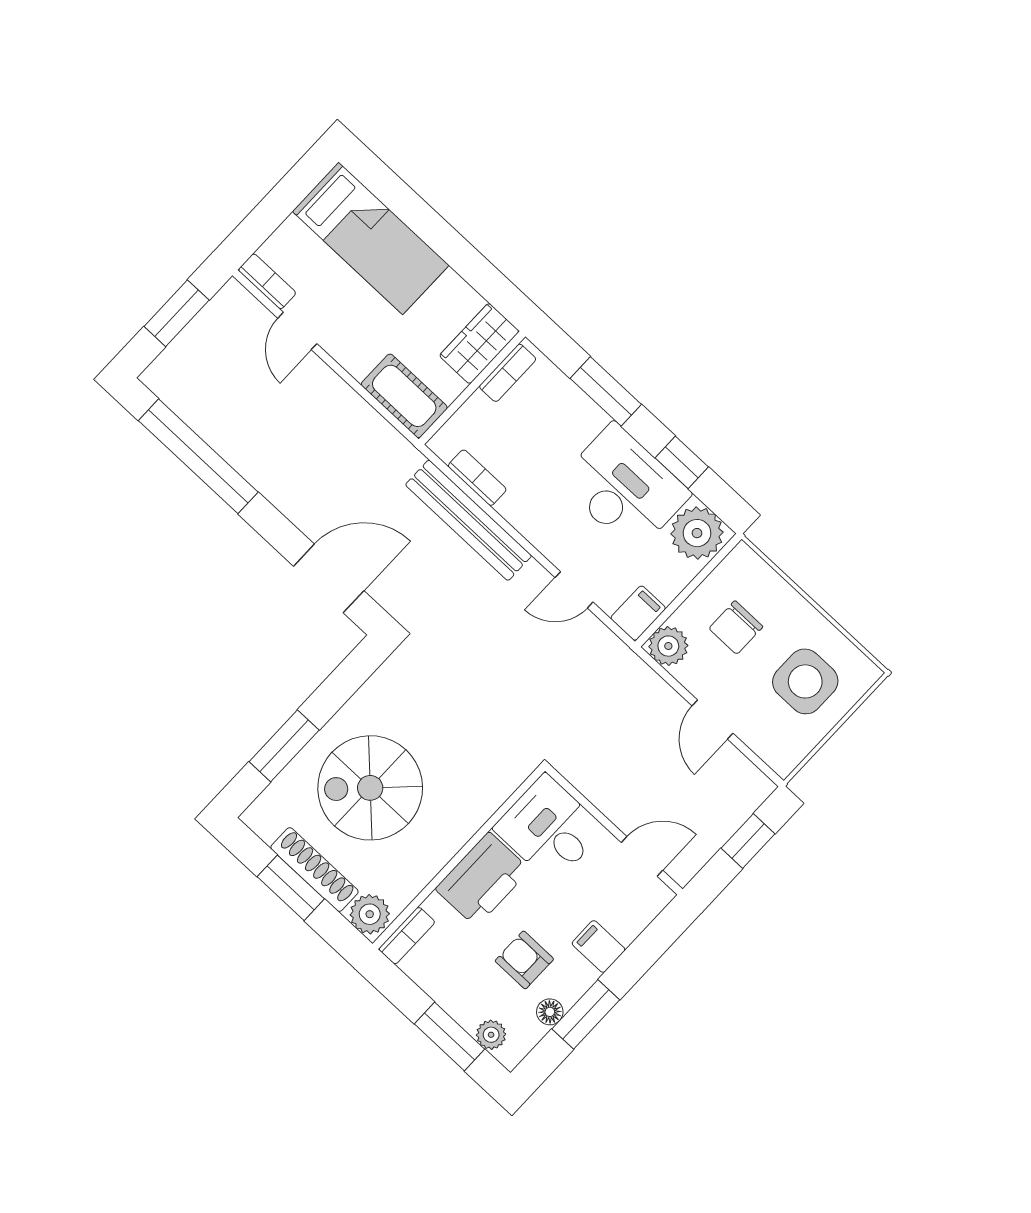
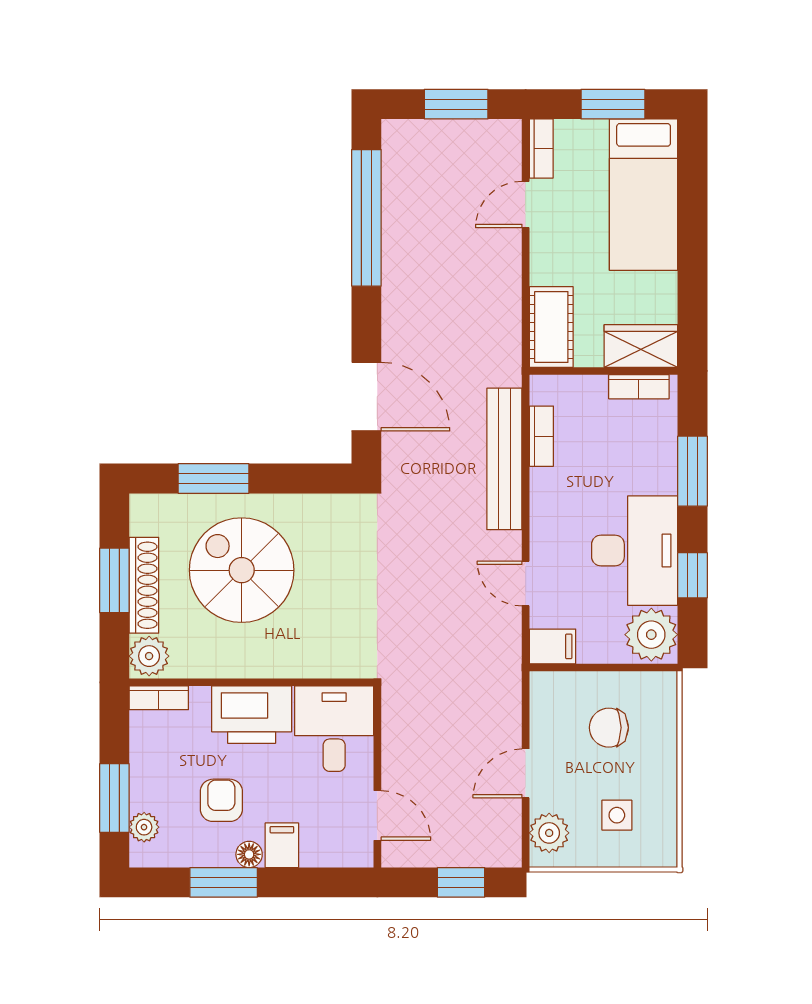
window: (284, 199) -> (613, 104), added
plant: (668, 646) -> (549, 833), moved
side table: (805, 681) -> (617, 815), width x0.54, depth x0.54
floor lamp: (550, 1012) -> (249, 854), moved

